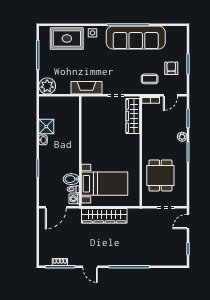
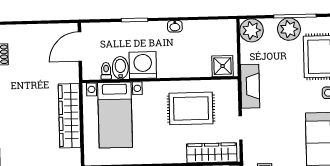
plant: (47, 59) -> (289, 29), added
shower: (46, 127) -> (223, 66), moved
rug: (101, 130) -> (191, 108), added
washing machine: (74, 199) -> (143, 65), moved, width x1.89, depth x1.89
door: (56, 207) -> (80, 47), hinge flipped

